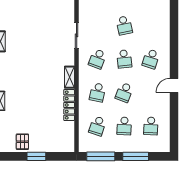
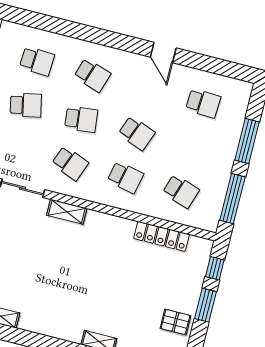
shelving: (69, 77) -> (67, 212), moved
door: (174, 85) -> (163, 52), moved
locker: (69, 105) -> (161, 236), moved
school desk: (124, 126) -> (37, 61), moved
window: (59, 156) -> (215, 268), added

